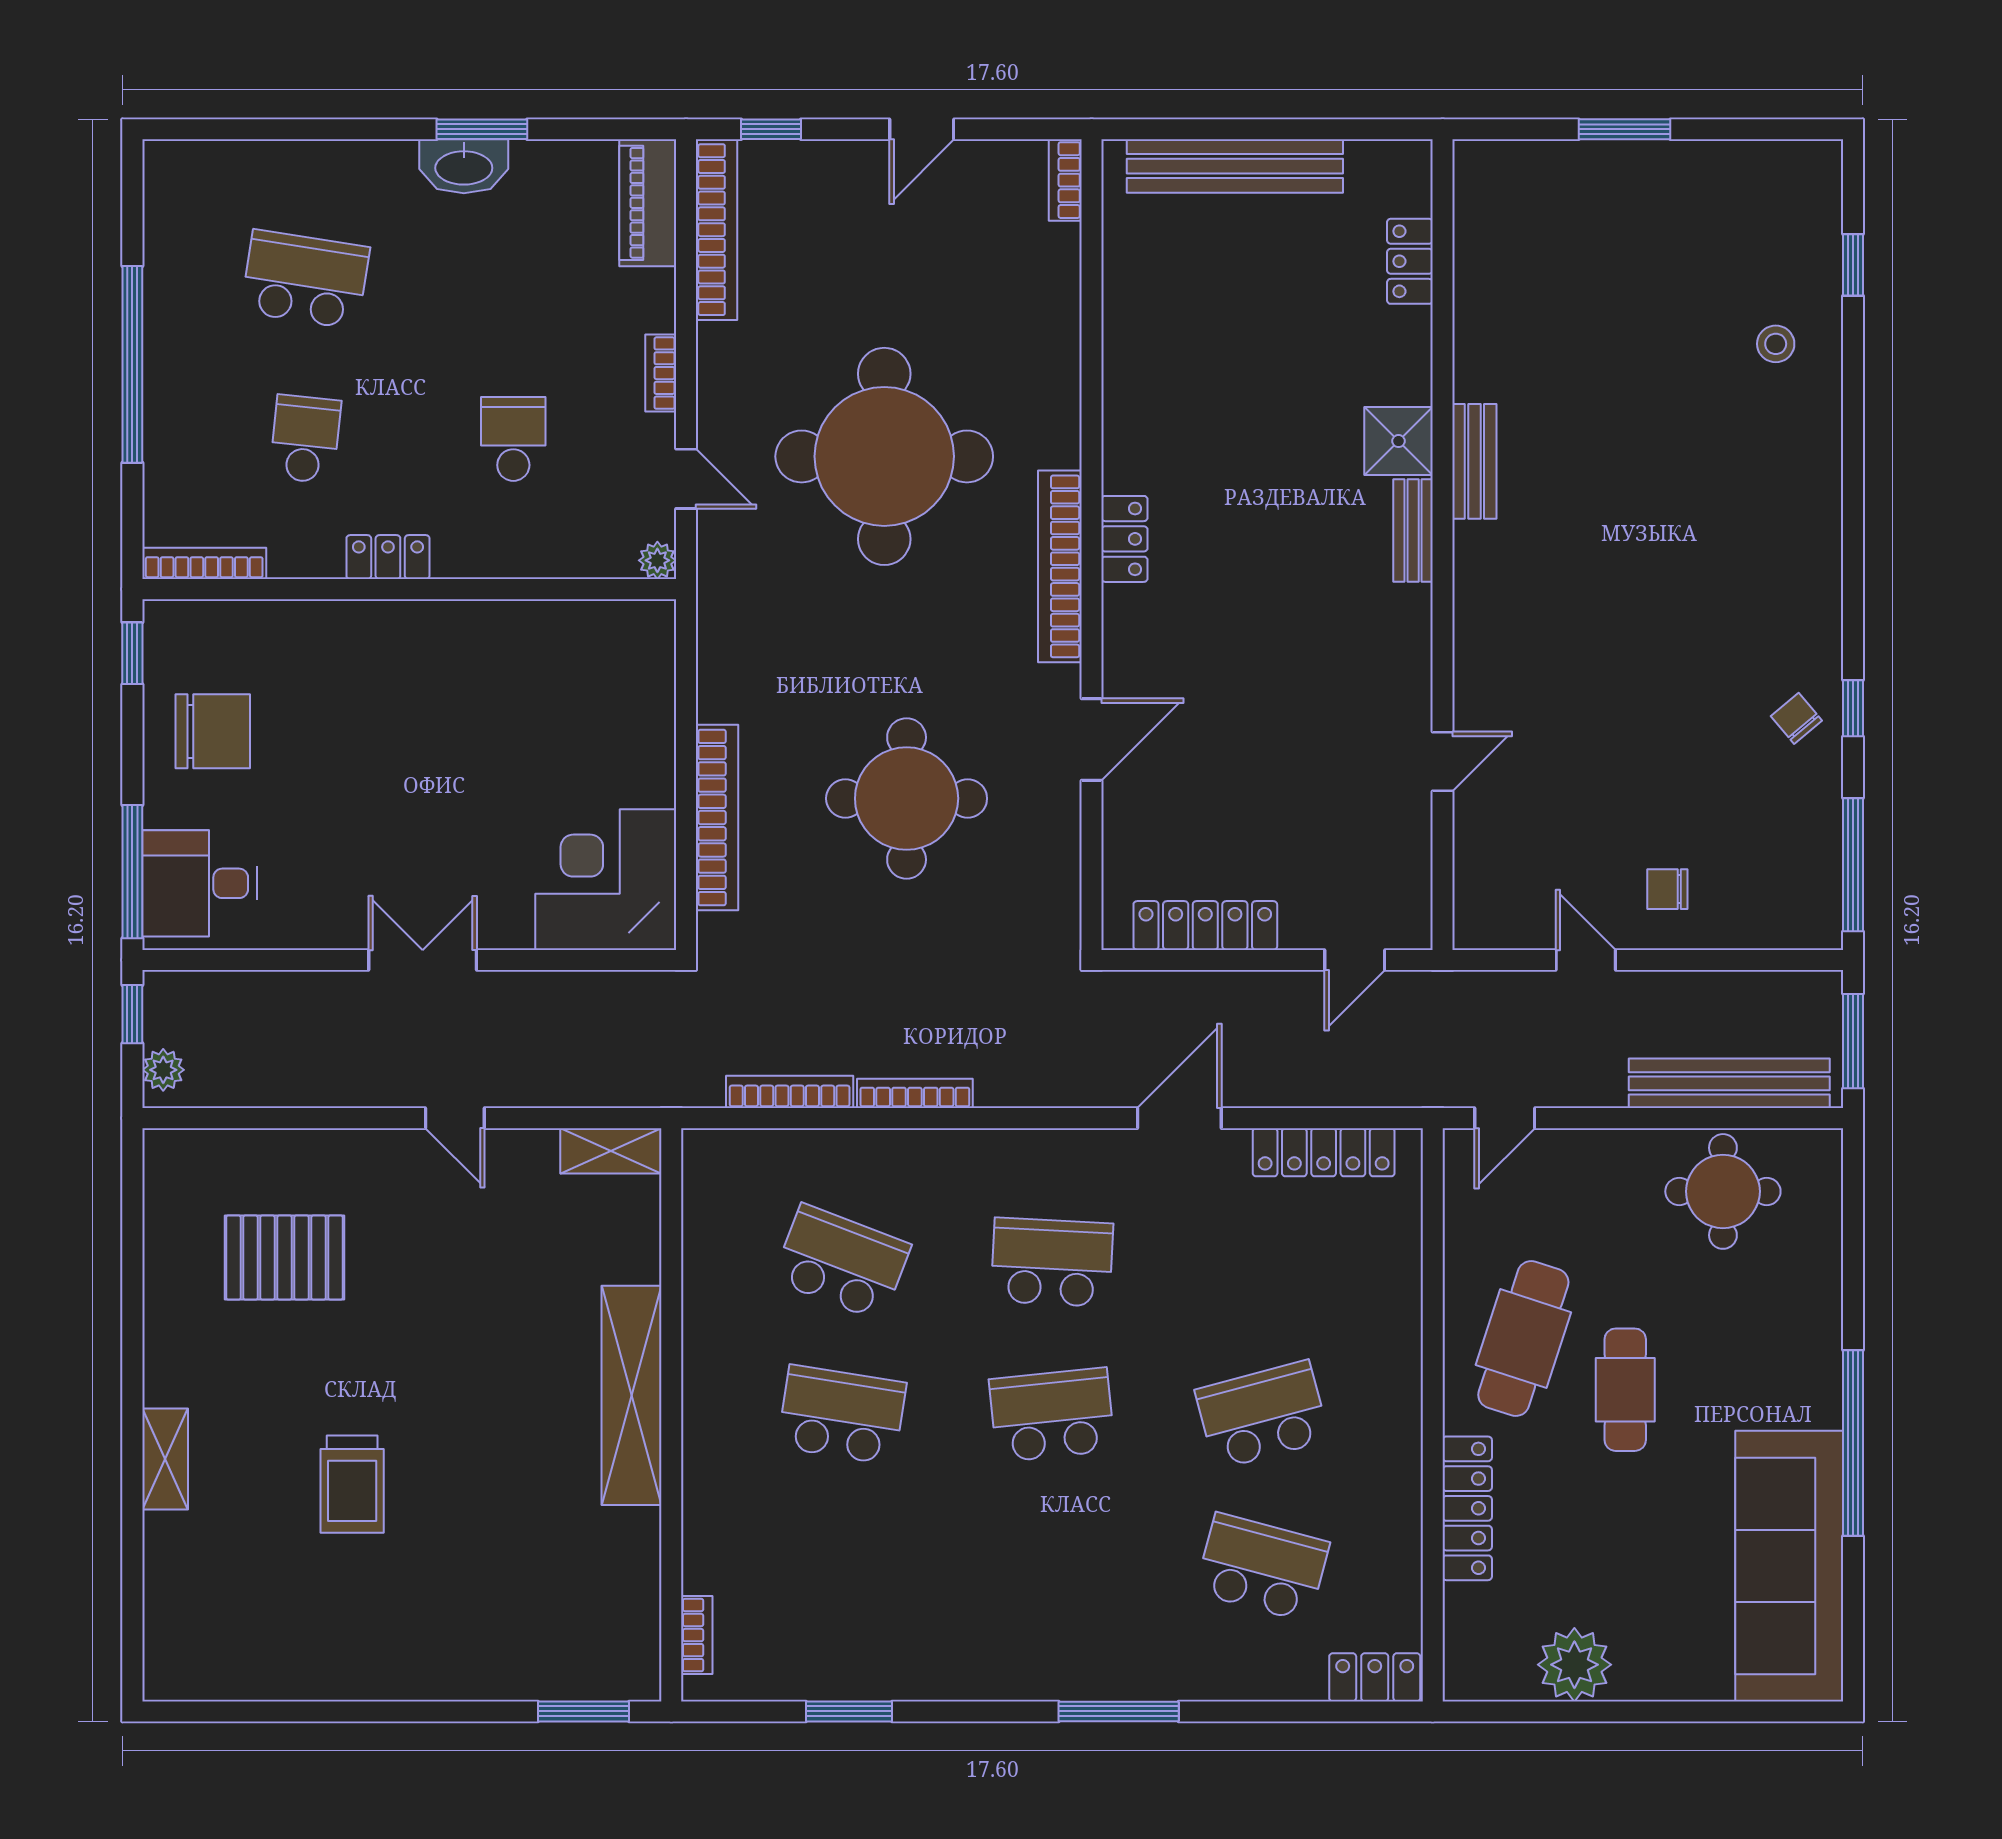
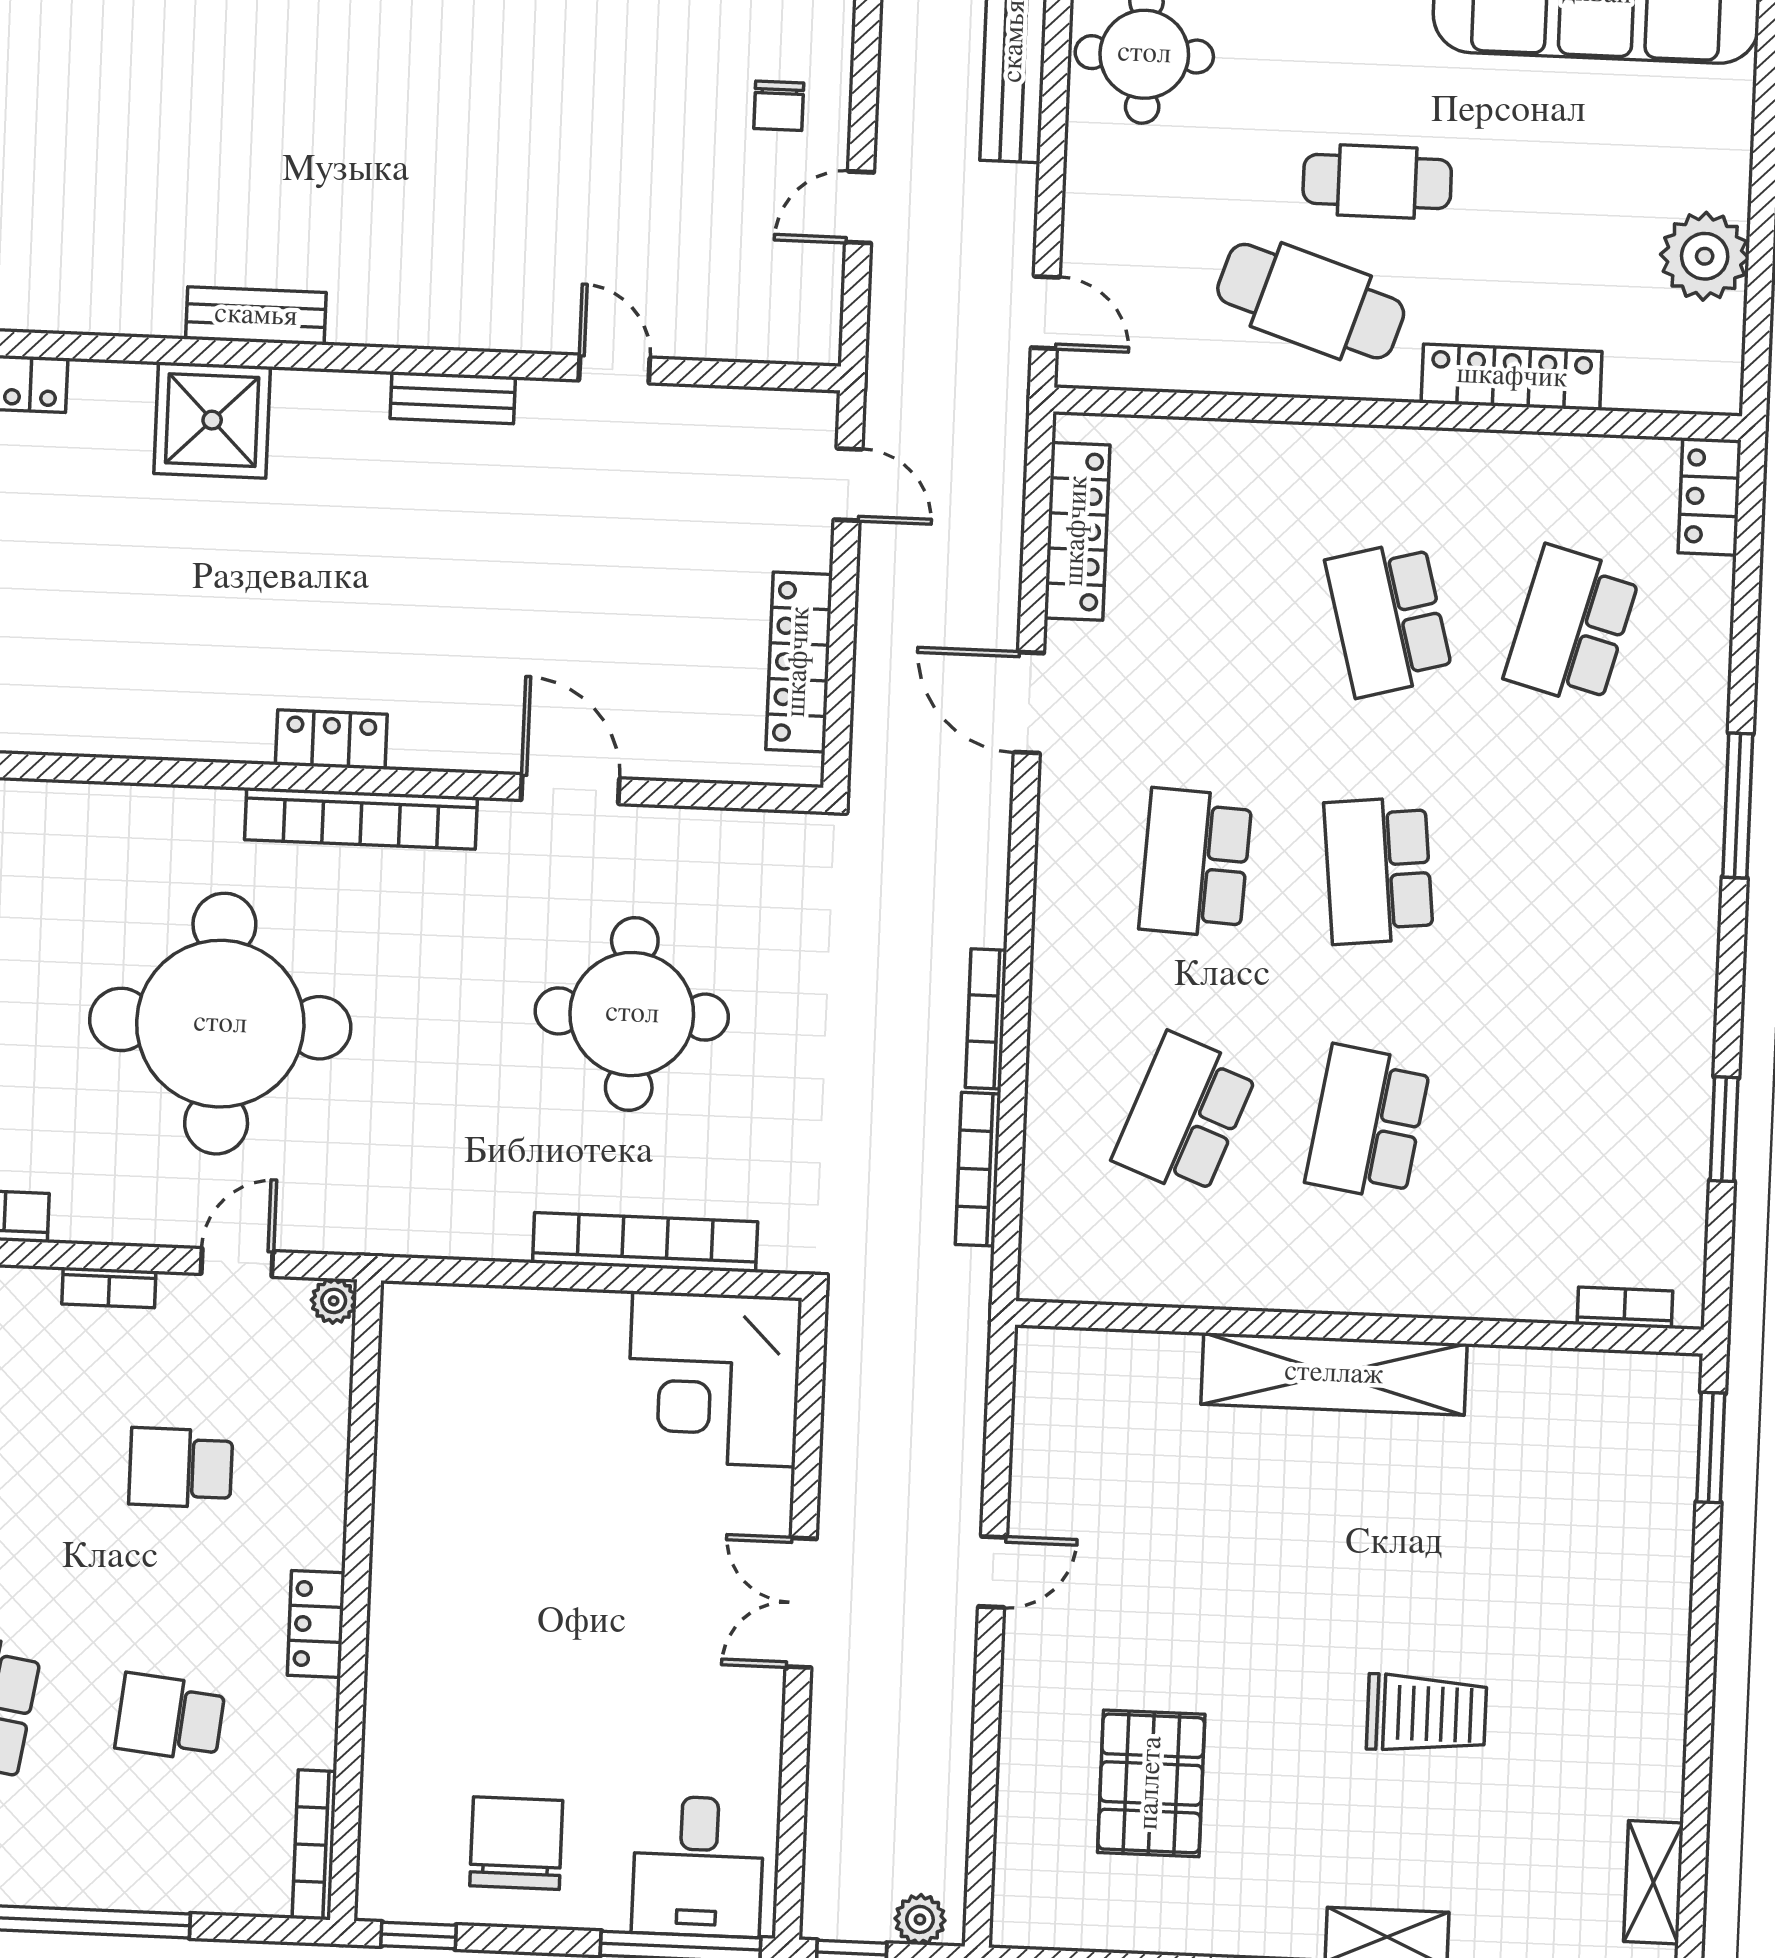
shower: (1398, 441) -> (212, 420), width x1.36, depth x1.36
bench: (1413, 530) -> (453, 398), moved
shelving: (611, 1151) -> (1653, 1882), moved

